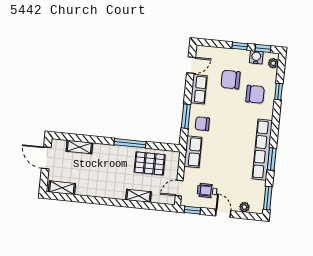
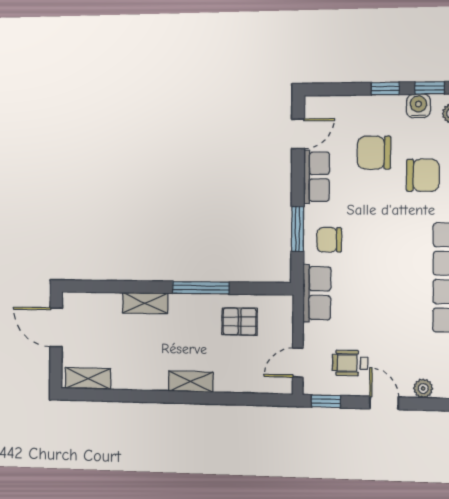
shelving: (79, 147) -> (145, 303), moved
pallet: (150, 163) -> (239, 322), width x0.67, depth x0.71
shelving: (138, 196) -> (191, 382), moved

